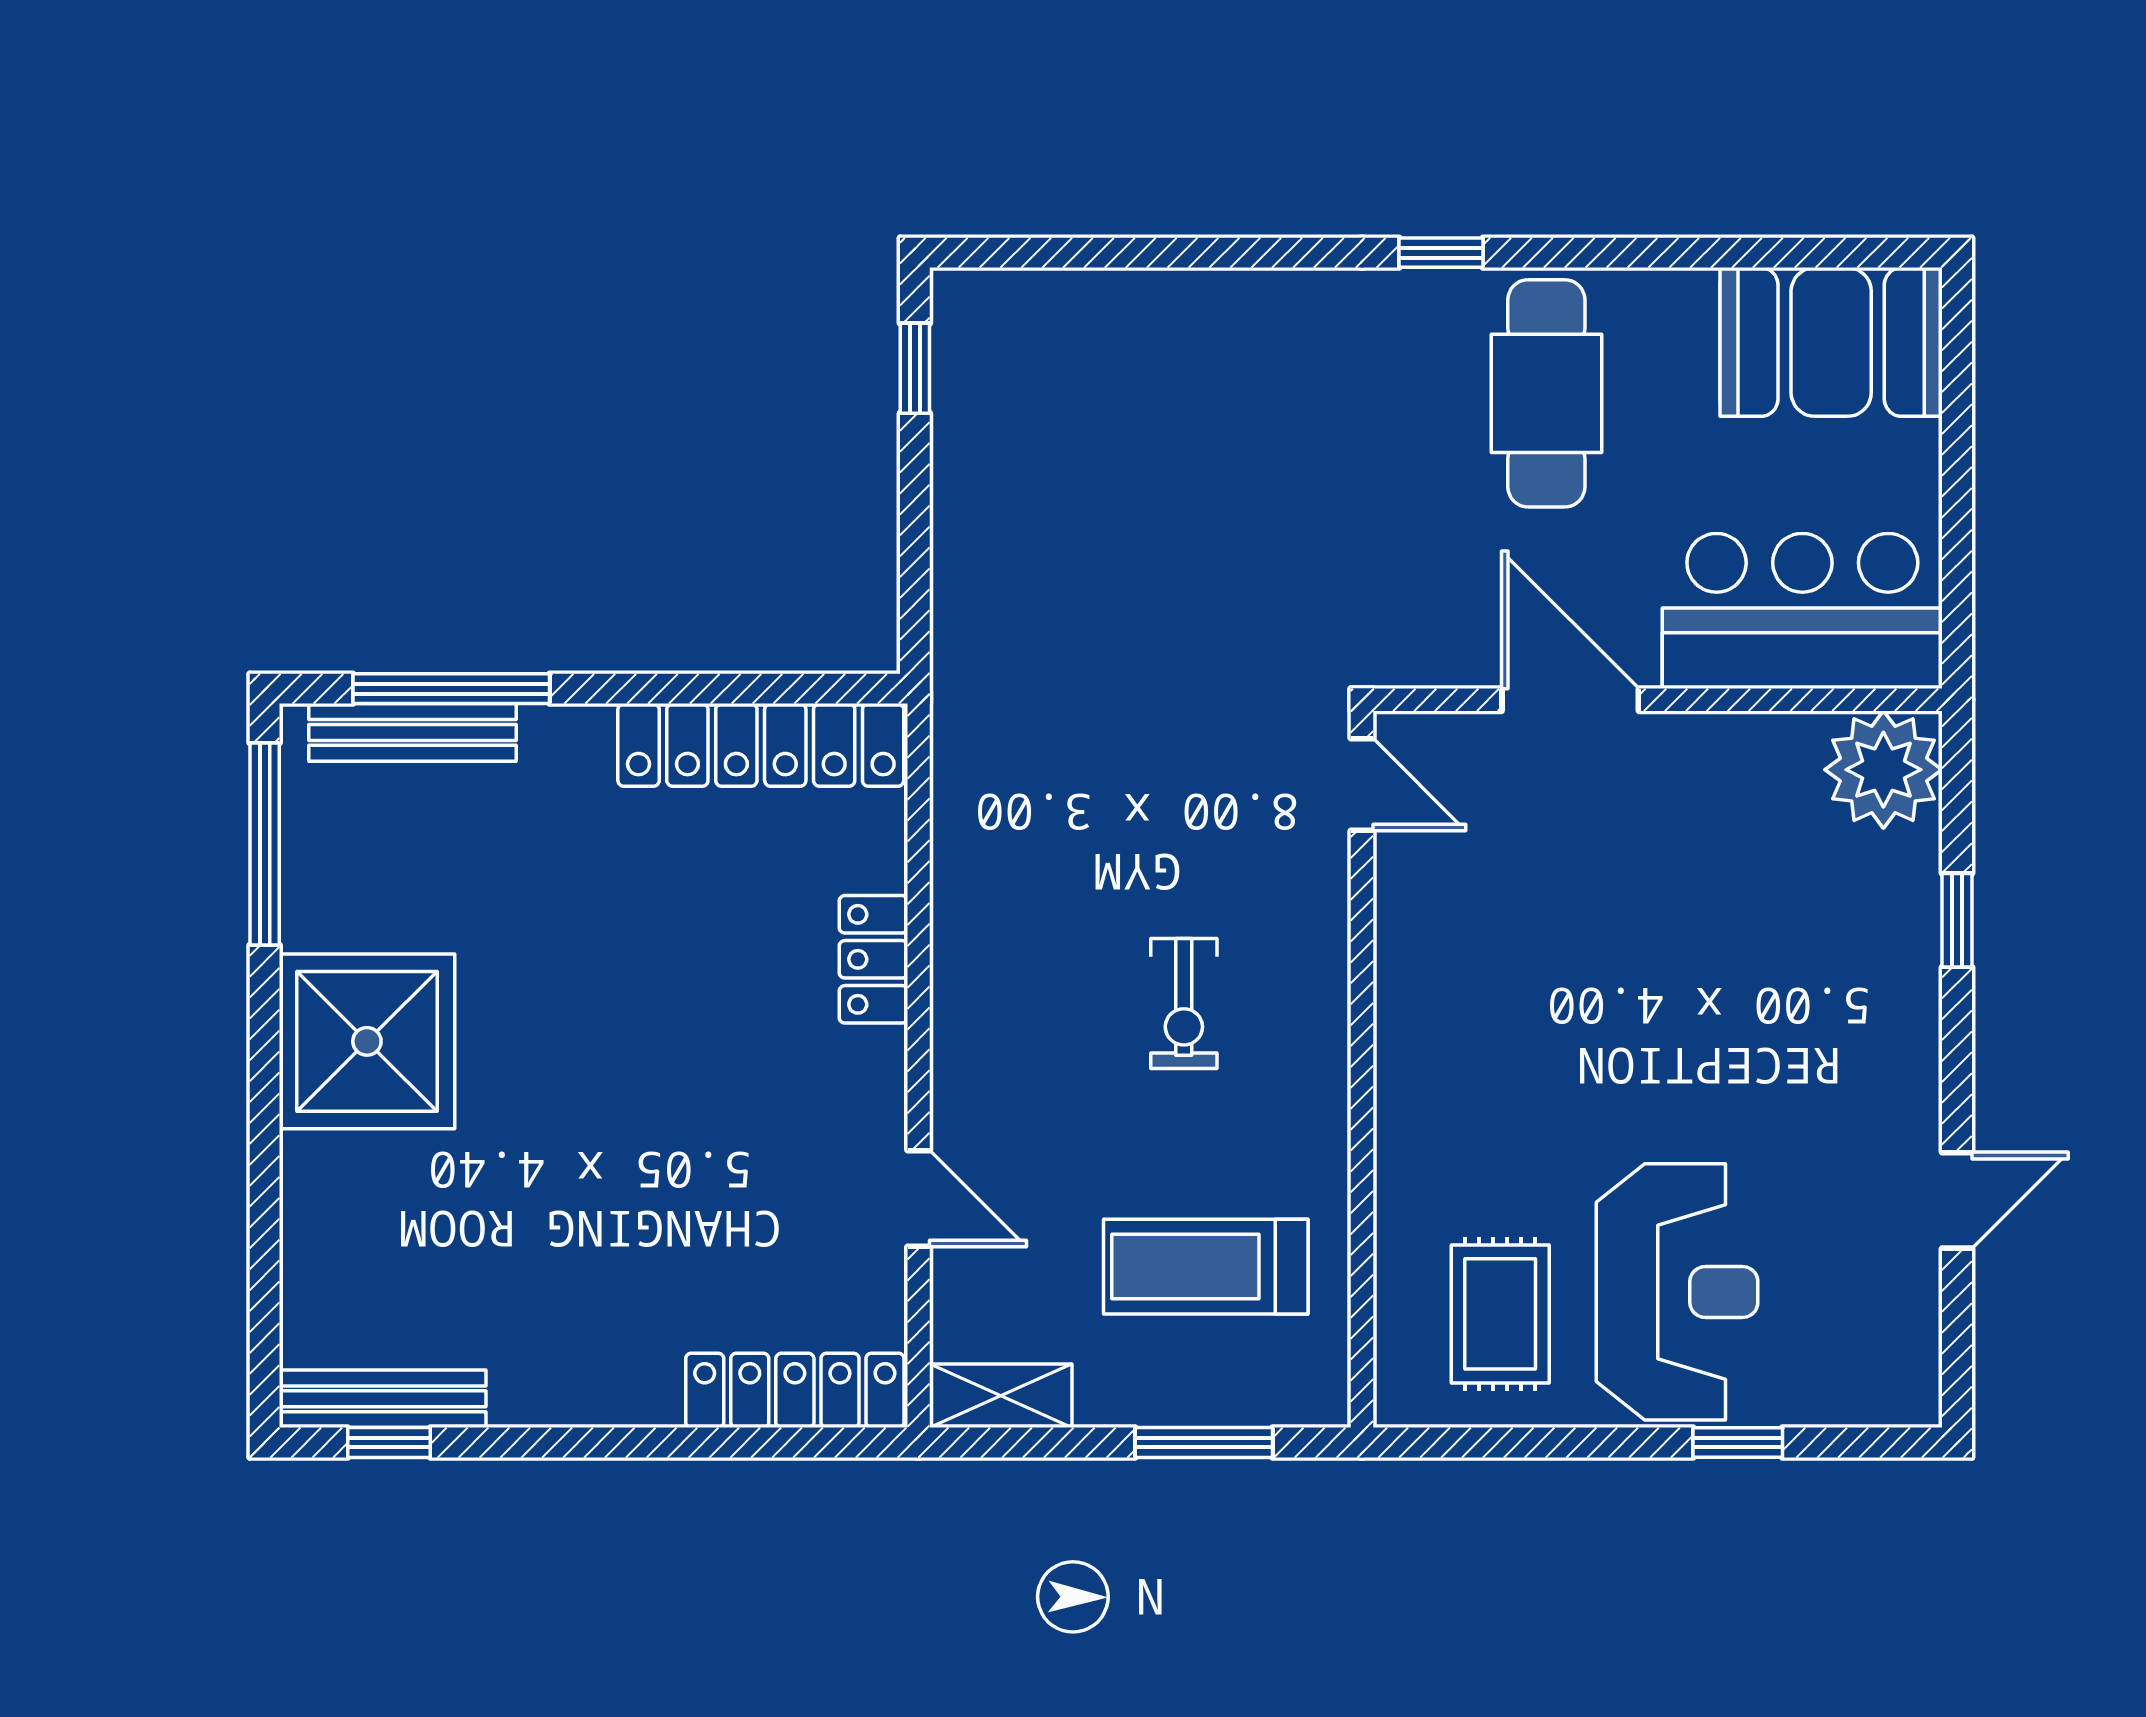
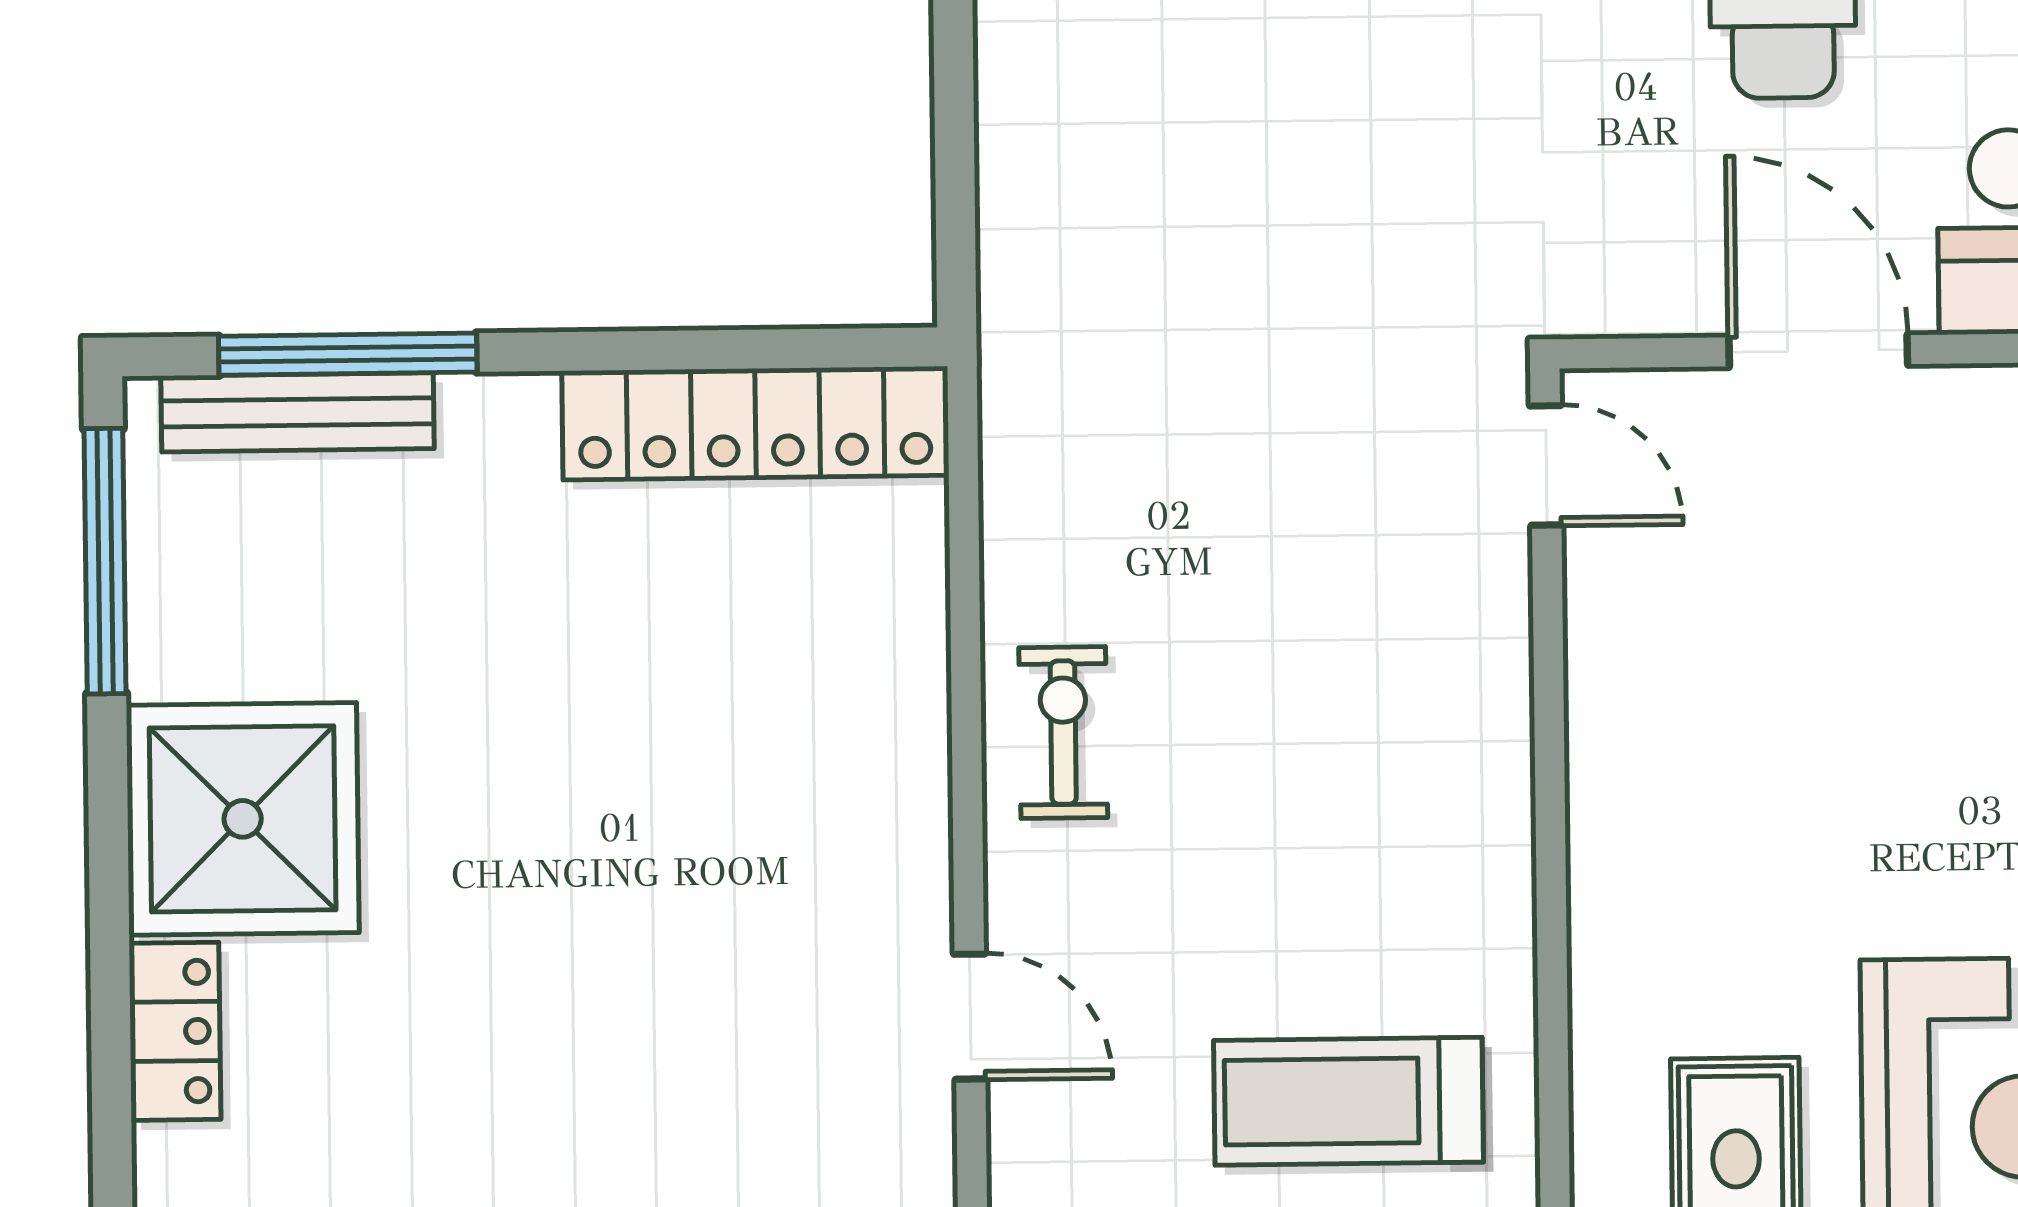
locker: (873, 959) -> (175, 1031), moved, turned 180
exercise bike: (1184, 1003) -> (1063, 733), moved, turned 180

